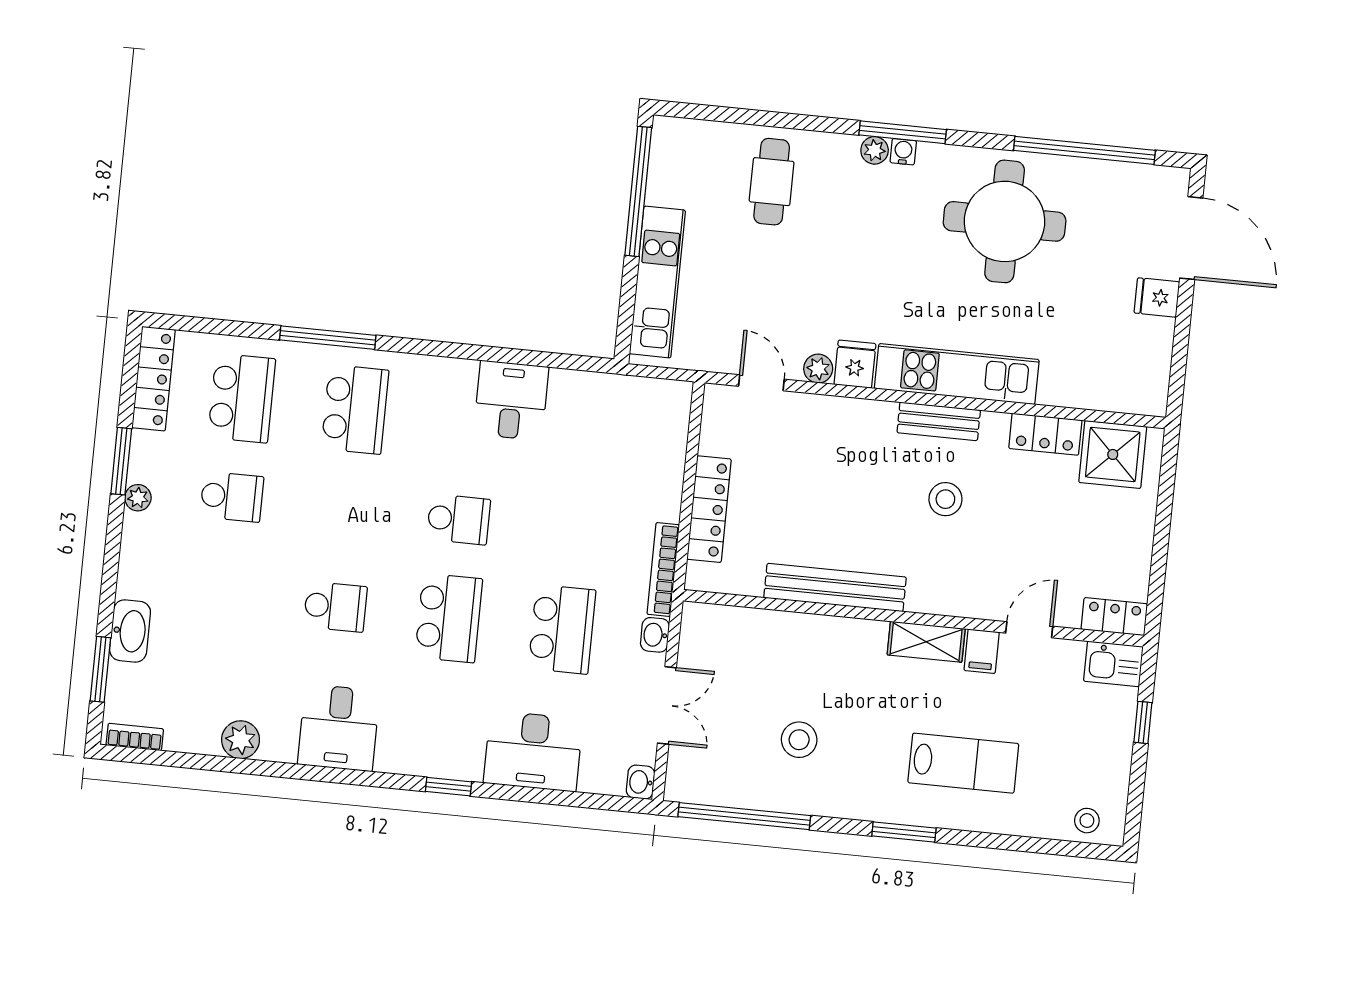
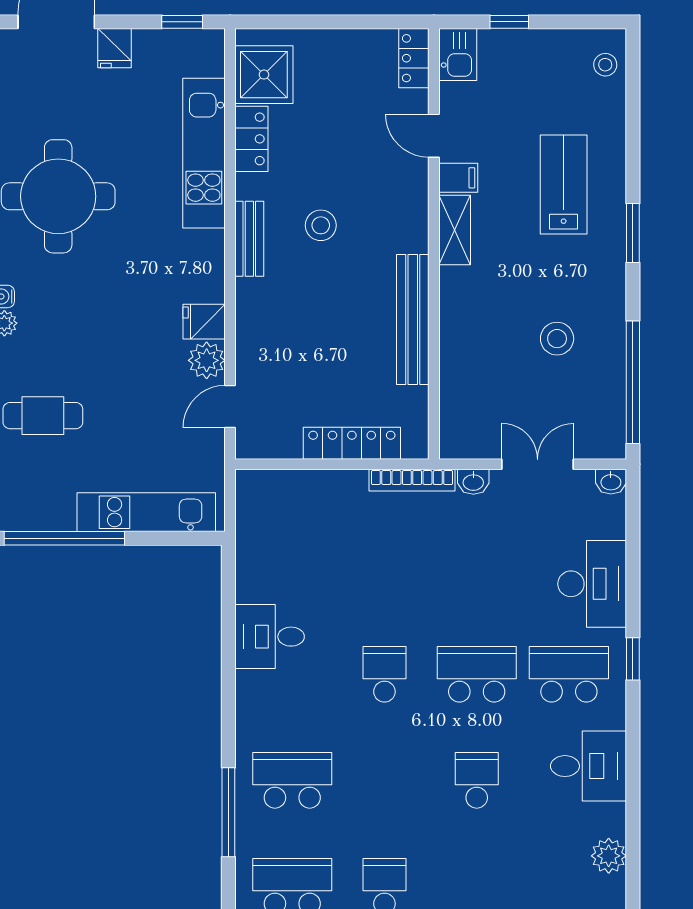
plant: (818, 369) -> (207, 360), width x1.38, depth x1.38
window: (1178, 373) -> (182, 22), added
kitchen unit: (957, 374) -> (204, 153), moved
school desk: (562, 629) -> (569, 674), moved

